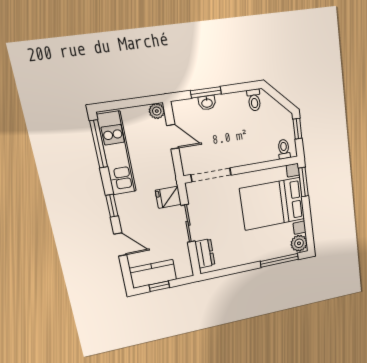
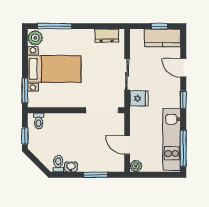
washbasin: (207, 103) -> (71, 167), moved
bed with nightstands: (273, 204) -> (54, 69), width x0.73
dresser: (205, 253) -> (107, 36), moved, turned -90

